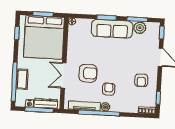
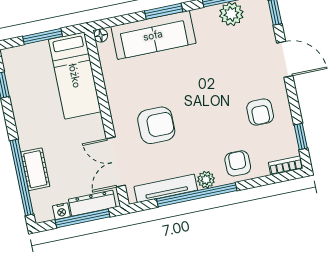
sofa: (112, 29) -> (153, 35), moved
bed: (44, 37) -> (75, 76), width x0.49
double door: (64, 75) -> (116, 162), moved
armchair: (109, 89) -> (238, 163), moved

